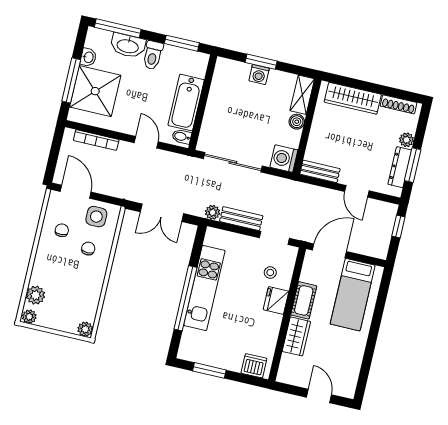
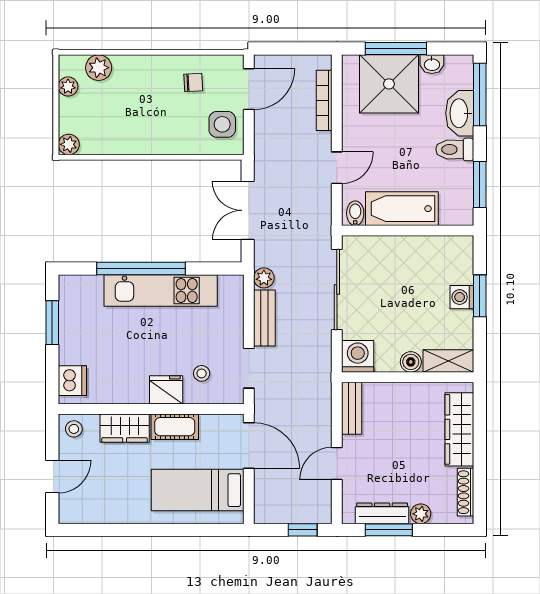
chair: (88, 248) -> (177, 123), removed
plant: (29, 317) -> (68, 86), moved
stool: (289, 373) -> (74, 429), added

